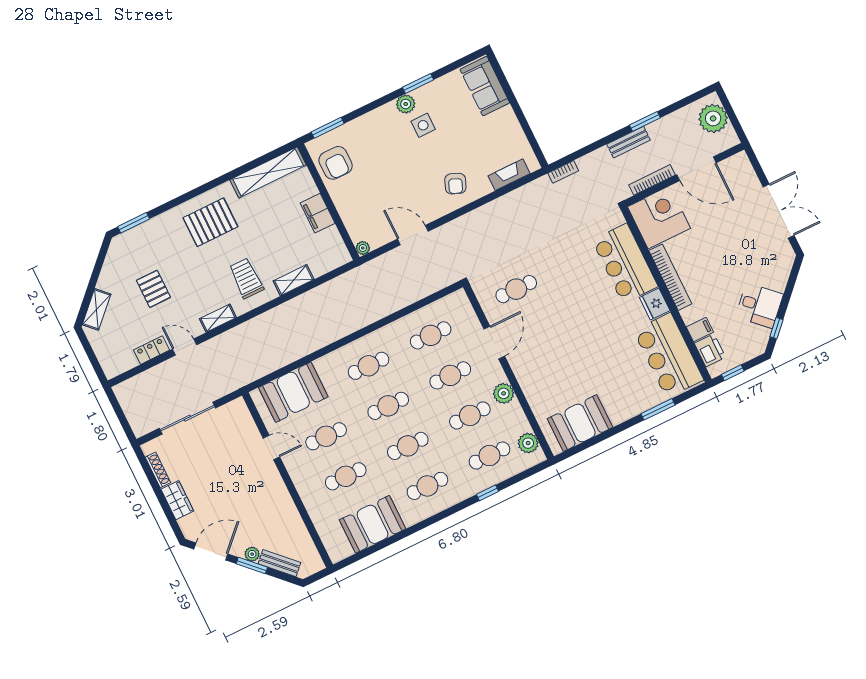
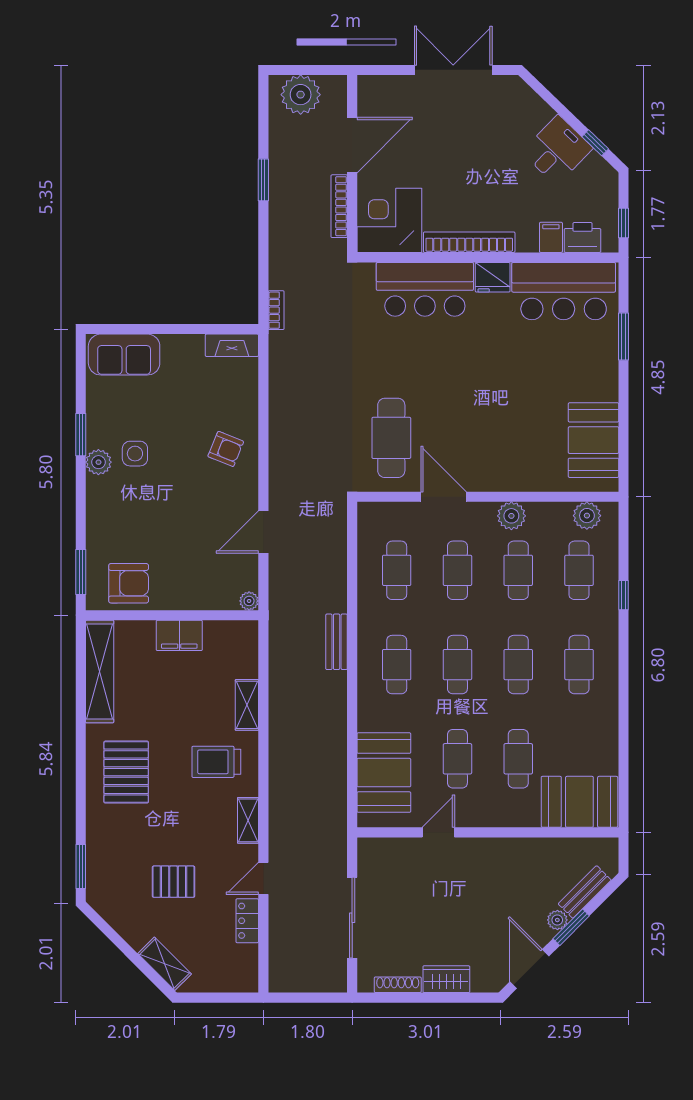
bench: (629, 142) -> (337, 642), moved
fireplace: (509, 175) -> (232, 345), moved, turned -90
cafe table: (516, 289) -> (391, 438), width x1.37, depth x1.35
booth: (373, 524) -> (579, 802), moved, turned 90

